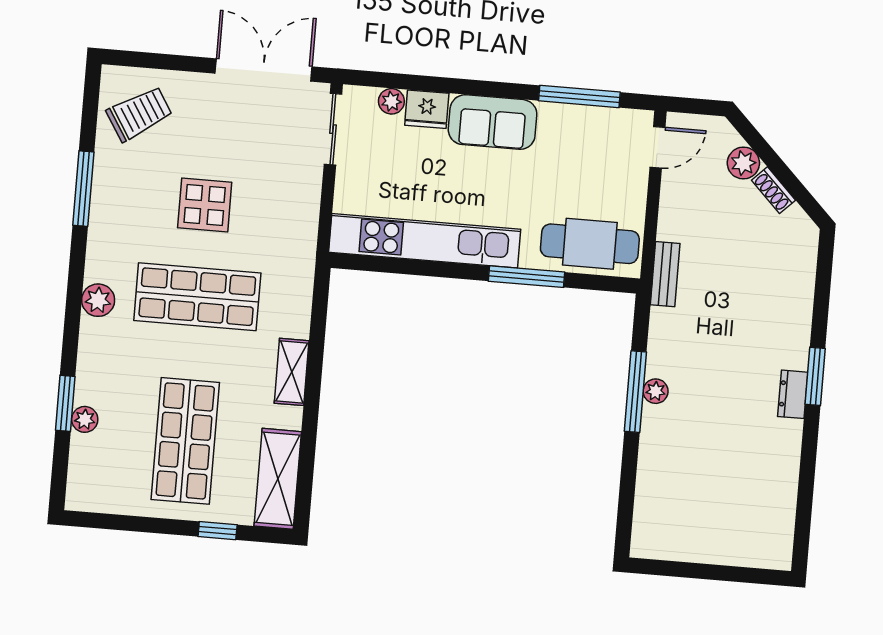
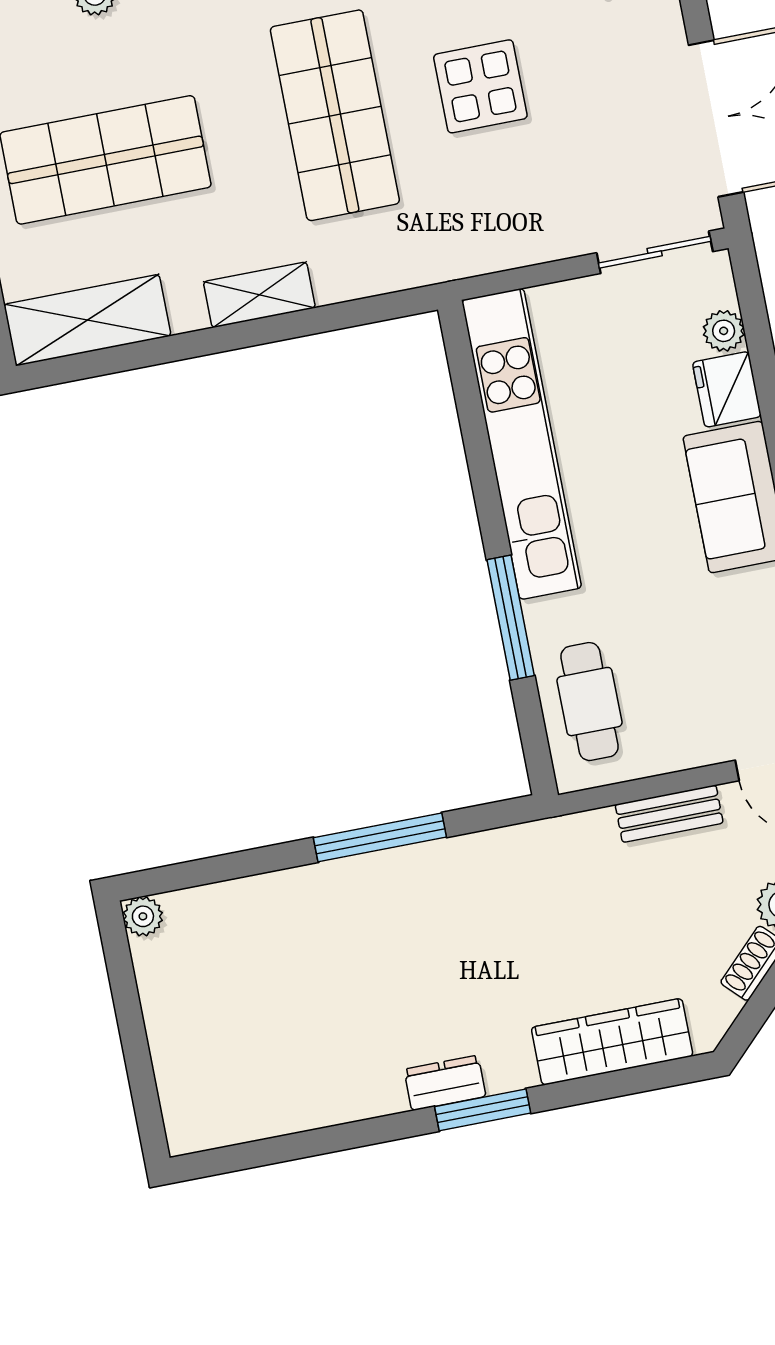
cafe table: (590, 244) -> (589, 702), width x0.73, depth x0.74
bench: (665, 274) -> (669, 814), moved
wardrobe: (796, 288) -> (612, 1042), added
plant: (656, 391) -> (143, 916), moved

